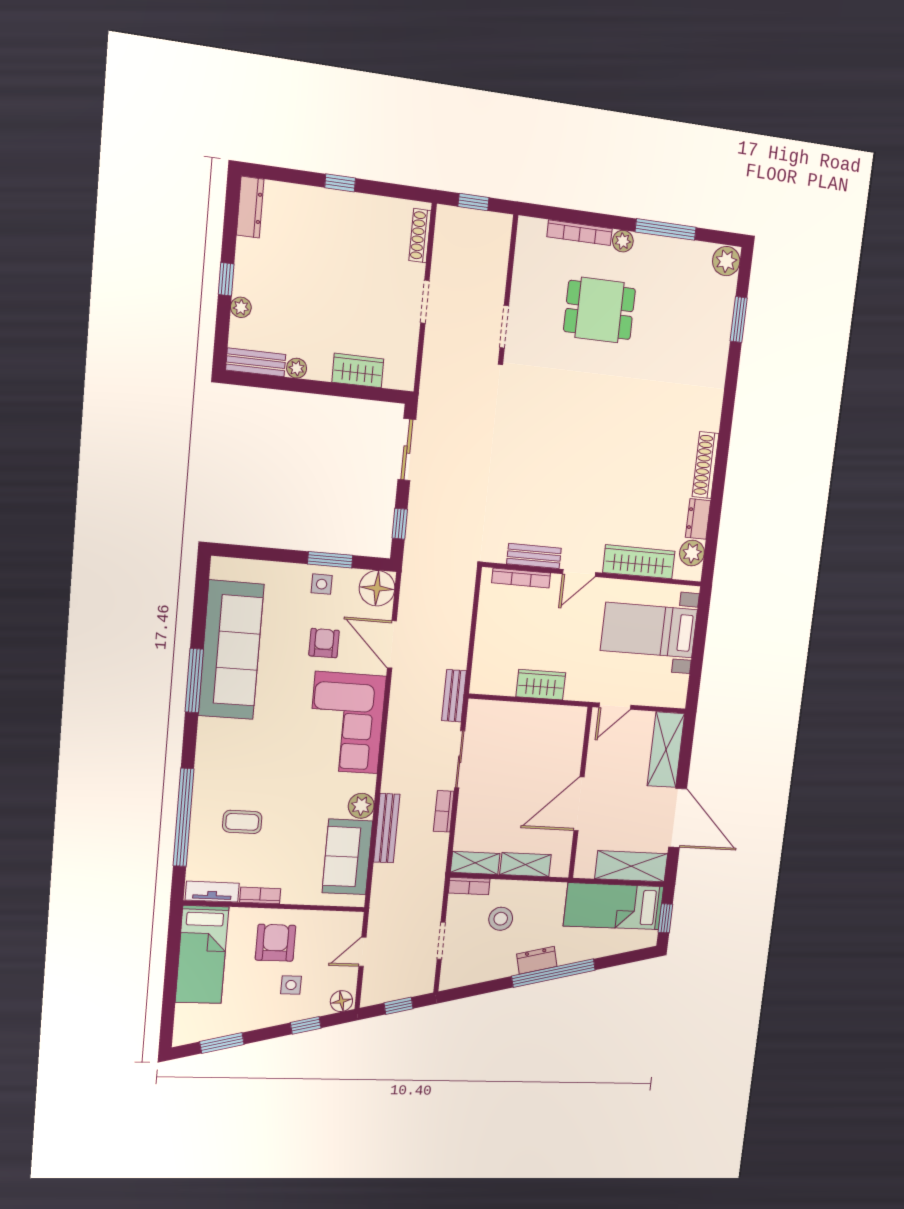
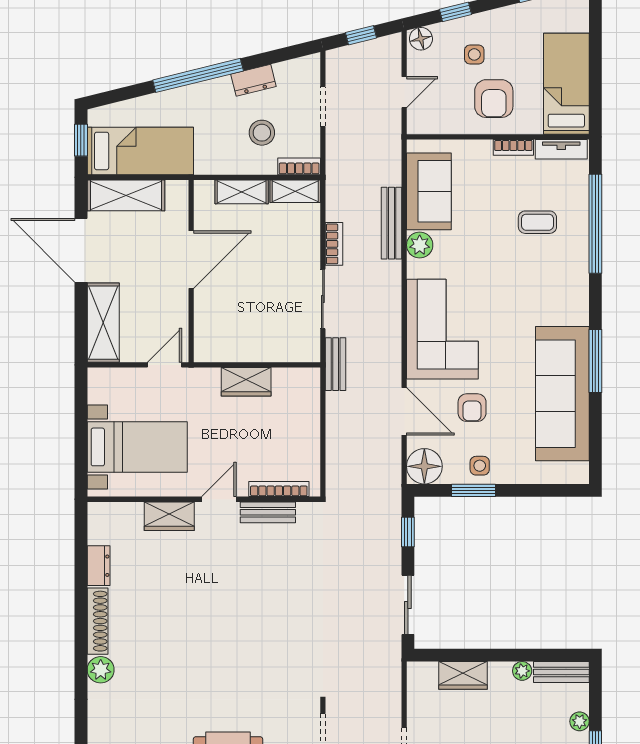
plant: (692, 553) -> (101, 670), moved
wardrobe: (639, 562) -> (169, 516), width x0.67
dresser: (537, 960) -> (253, 80), moved

